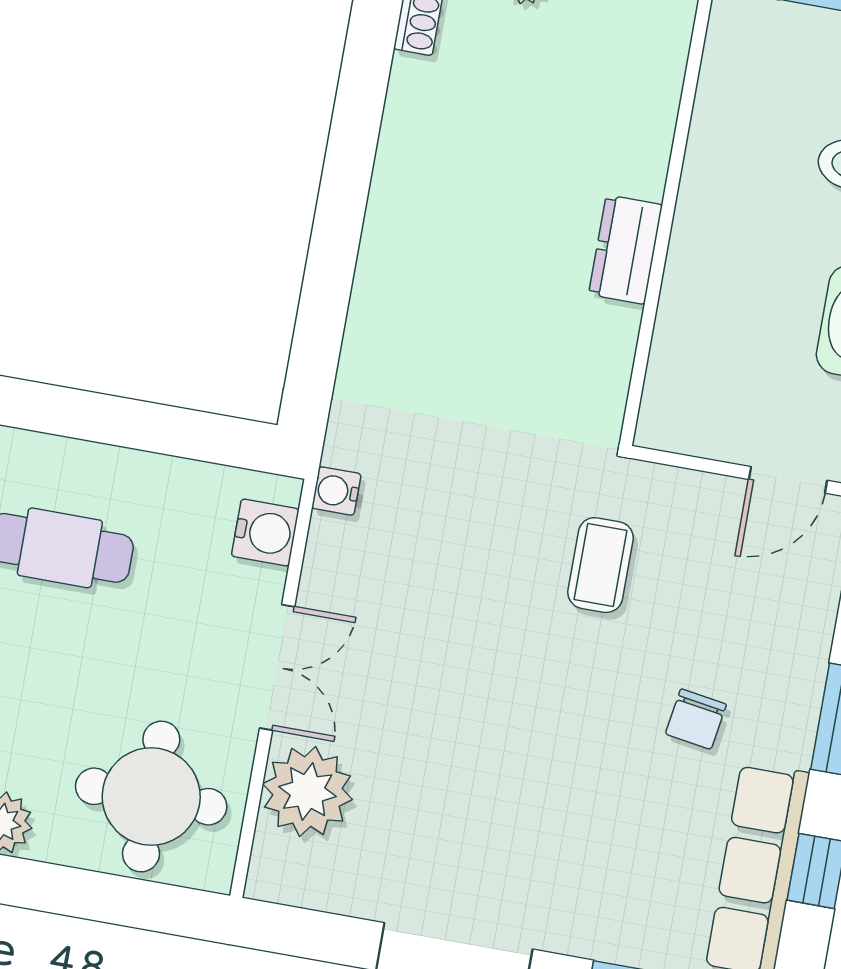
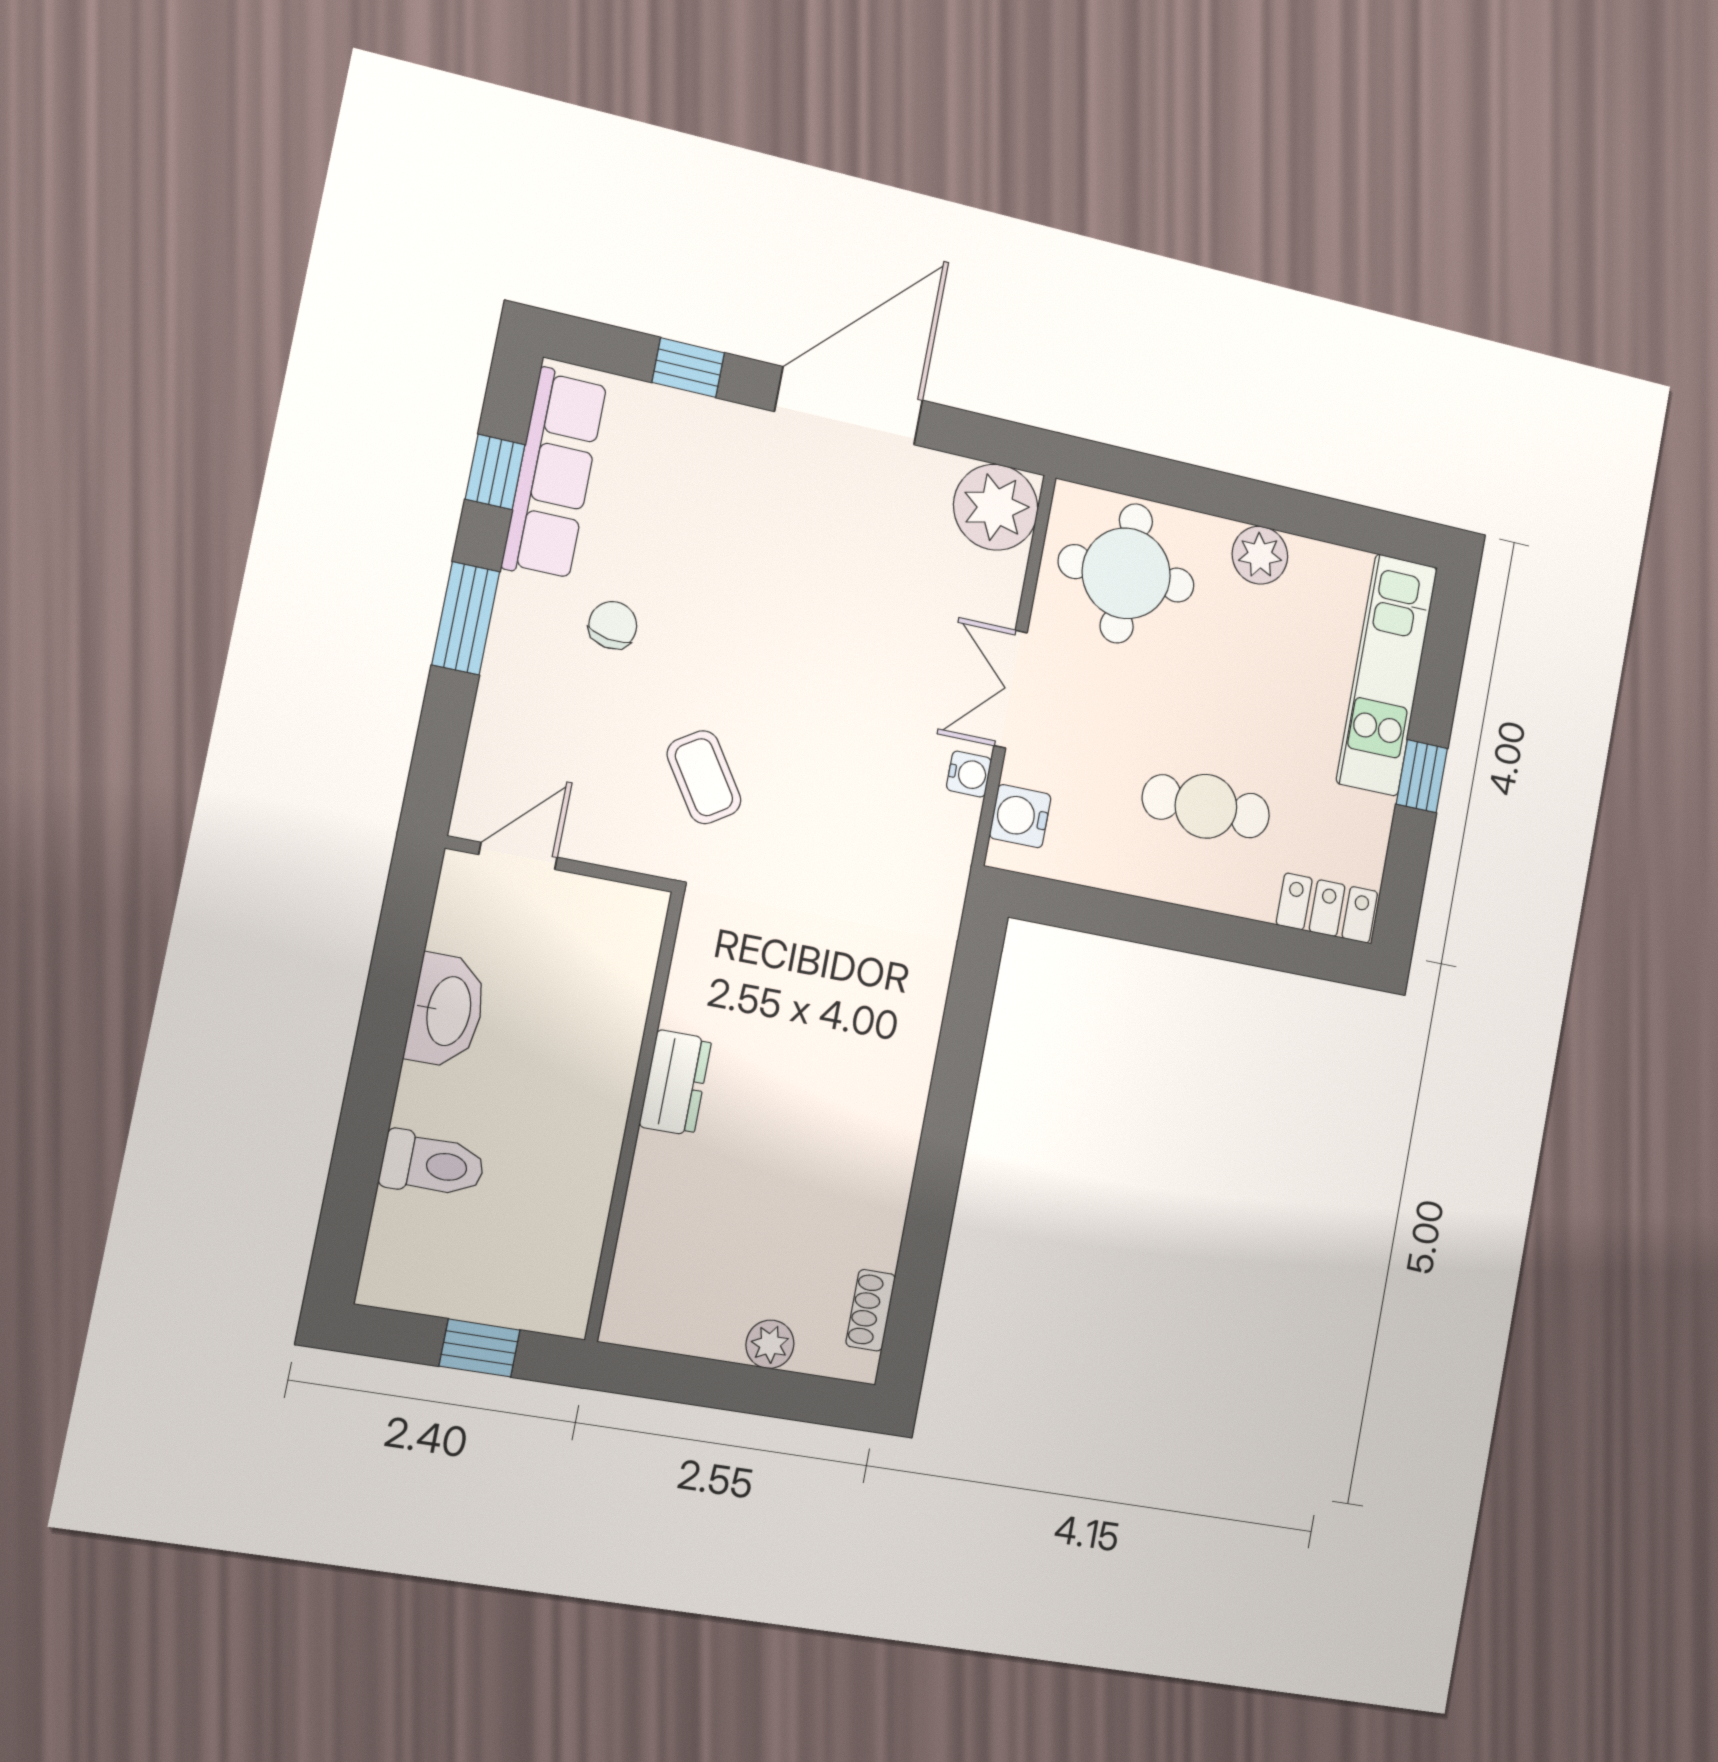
water cooler: (336, 491) -> (969, 774), moved
coffee table: (600, 565) -> (704, 777), turned -33
plant: (308, 792) -> (996, 507), moved

